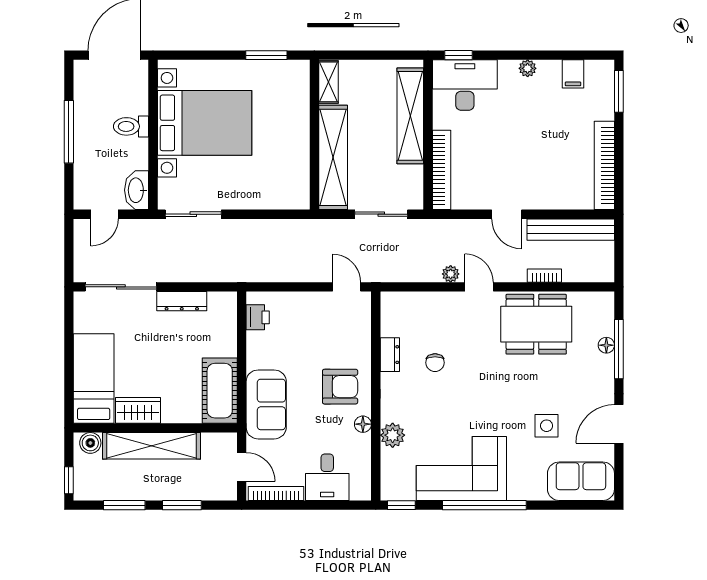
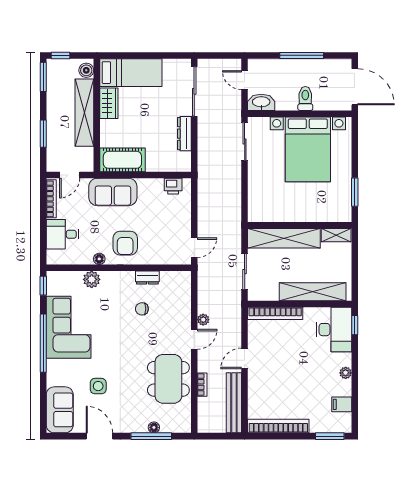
window: (124, 505) -> (43, 77), moved

